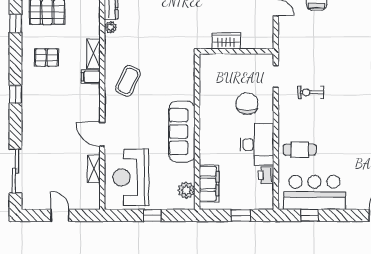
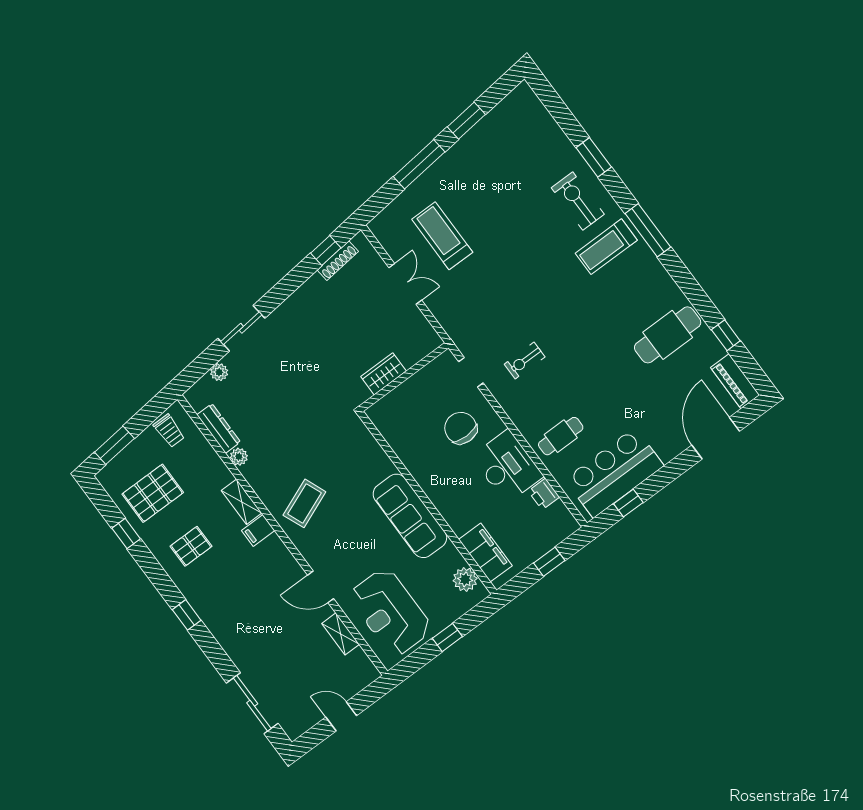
coffee table: (128, 81) -> (304, 503), turned 43

